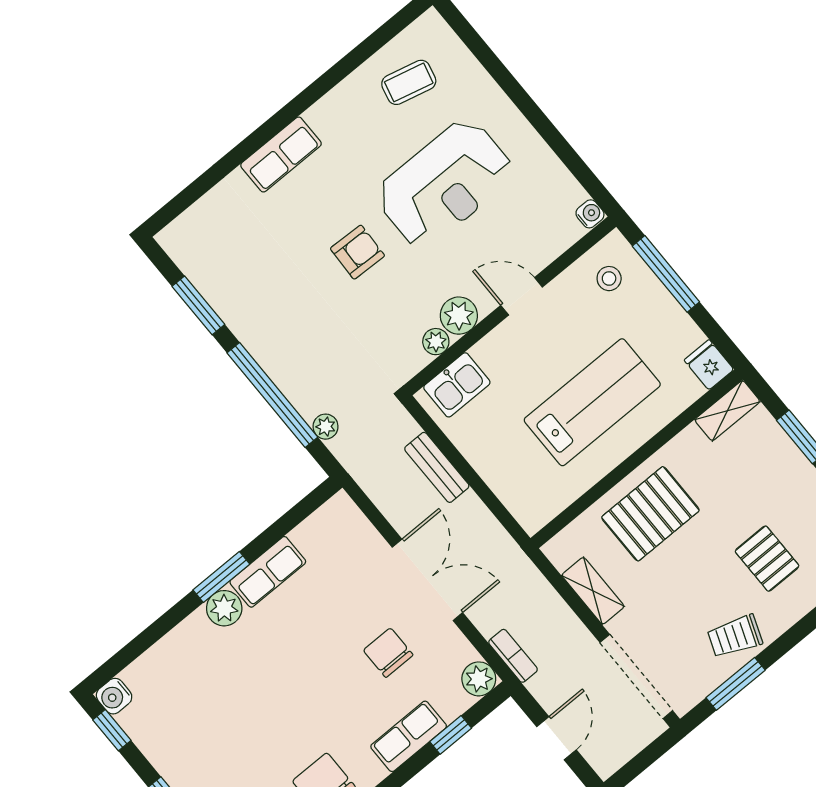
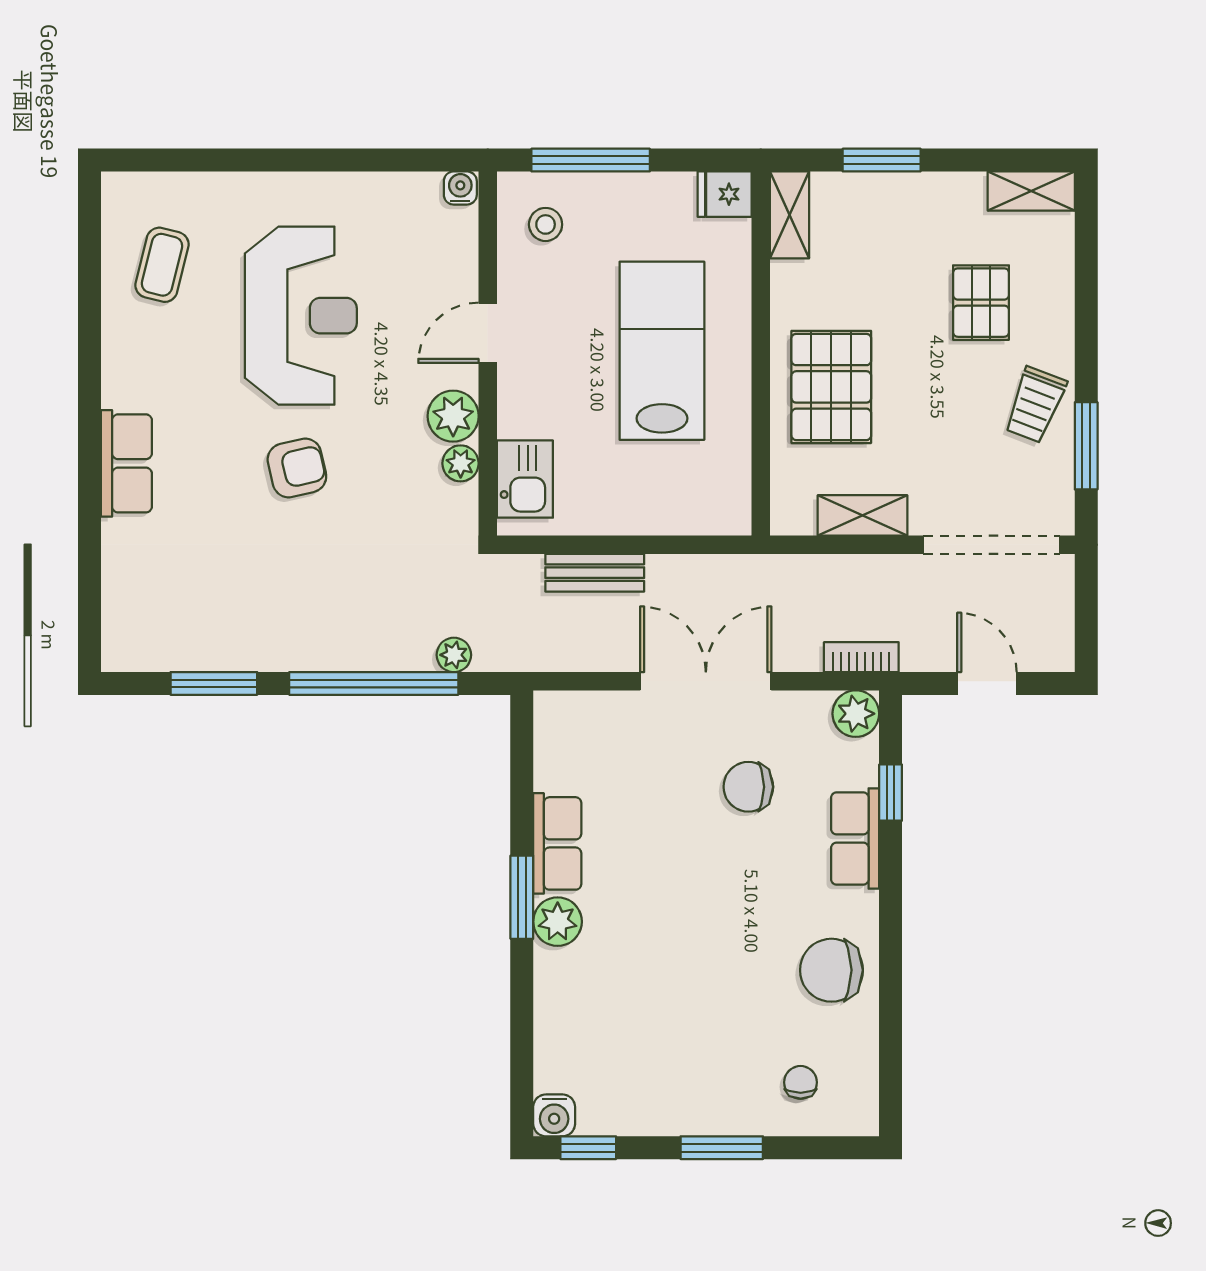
armchair: (357, 252) -> (297, 468), turned 75
pallet: (767, 559) -> (981, 303), turned 90

